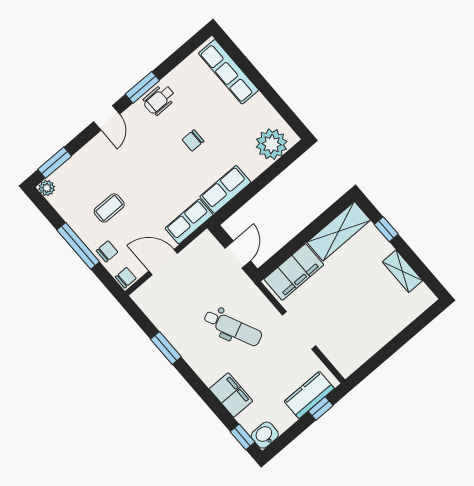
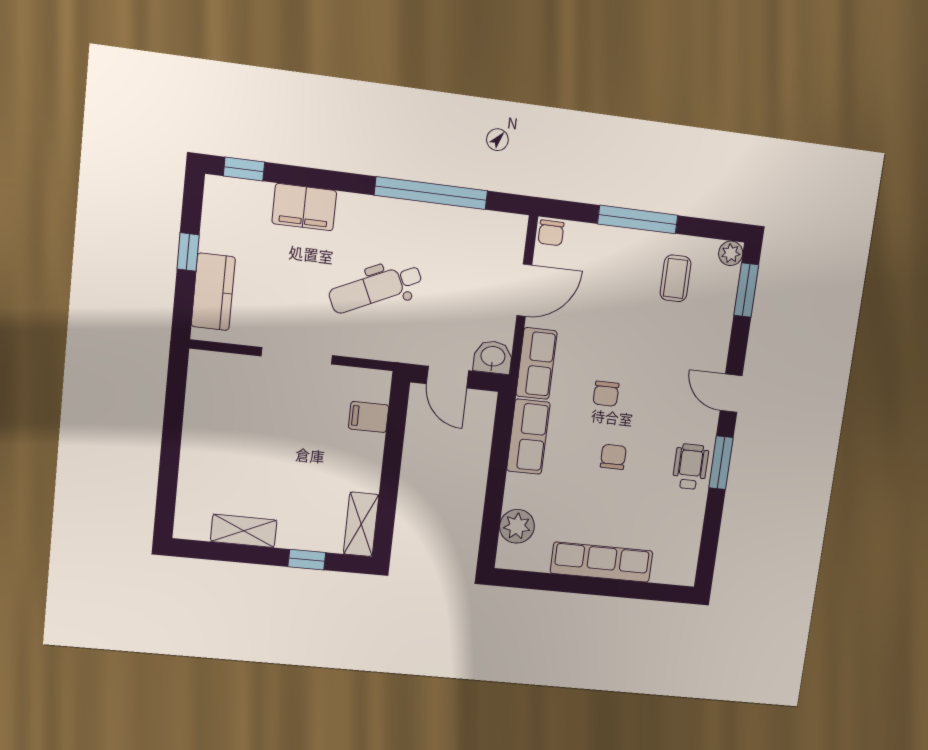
row of seats: (229, 72) -> (602, 562), moved
plant: (272, 144) -> (517, 526), width x0.73, depth x0.73
coffee table: (109, 208) -> (676, 278), moved
shelving: (339, 231) -> (361, 524), width x0.67, depth x0.75
chair: (107, 251) -> (606, 394), moved
filing cabinet: (294, 272) -> (369, 417), width x0.33, depth x0.86
window: (166, 348) -> (431, 193), width x2.11
window: (321, 409) -> (188, 252), moved
washbasin: (265, 435) -> (493, 357), moved, turned -90

